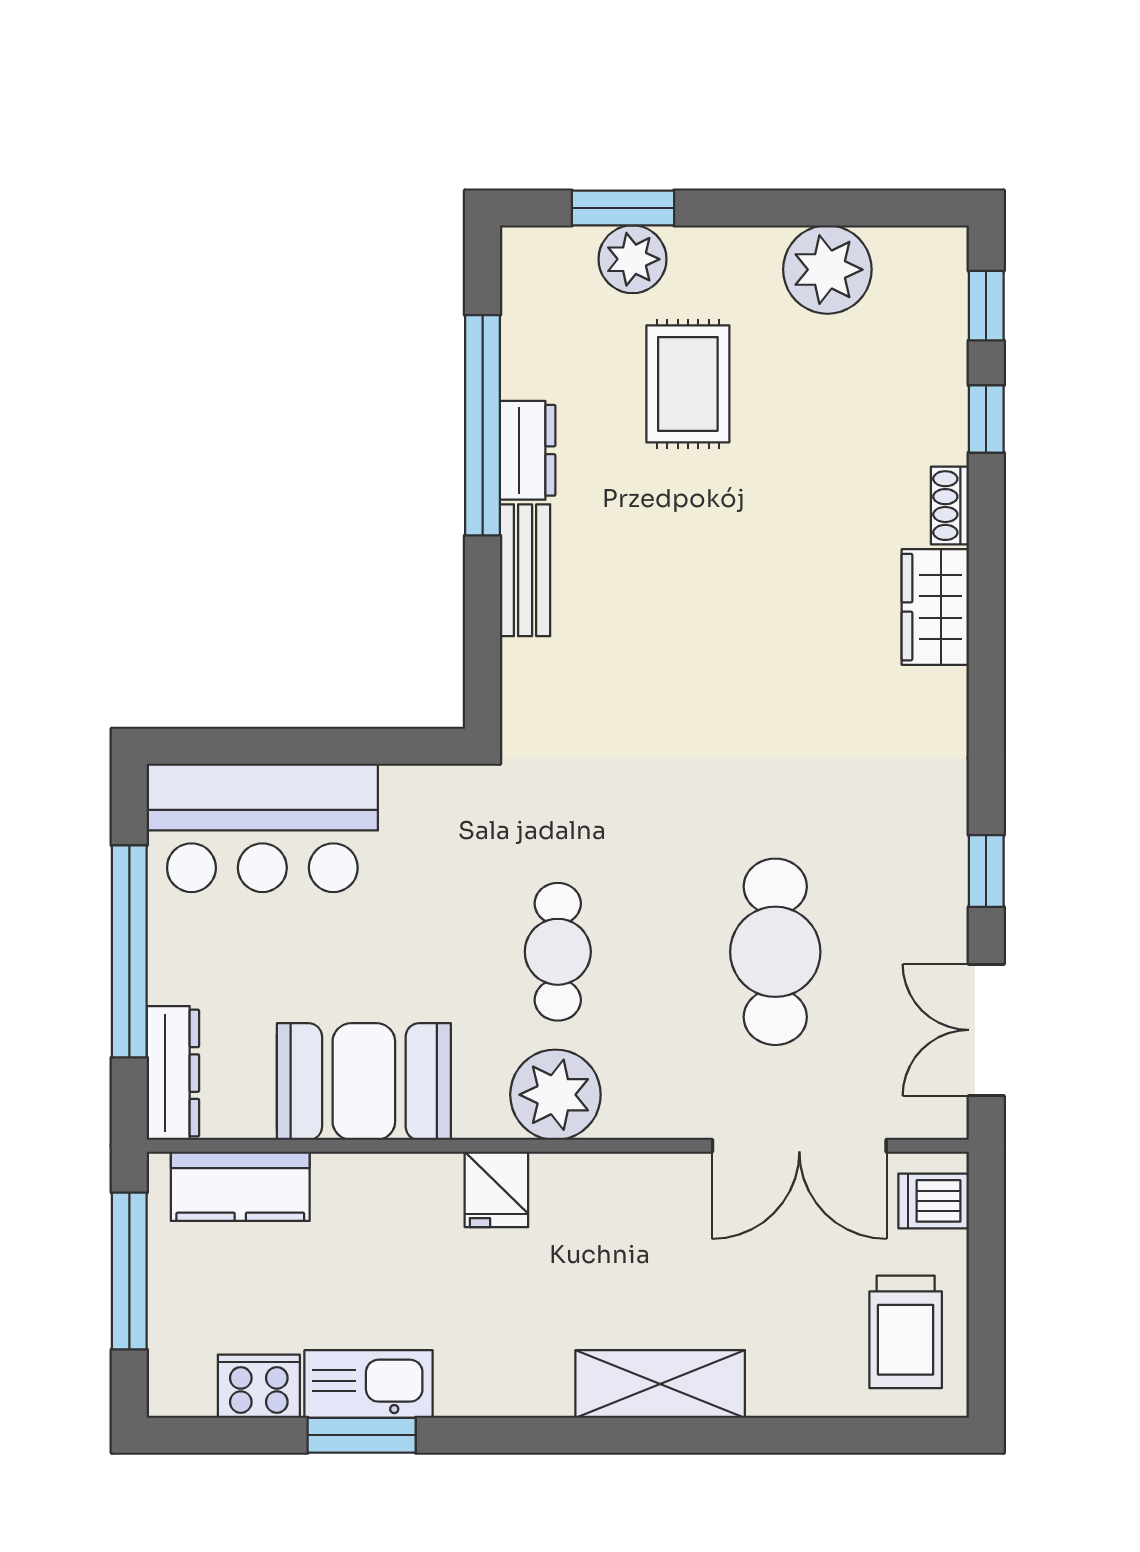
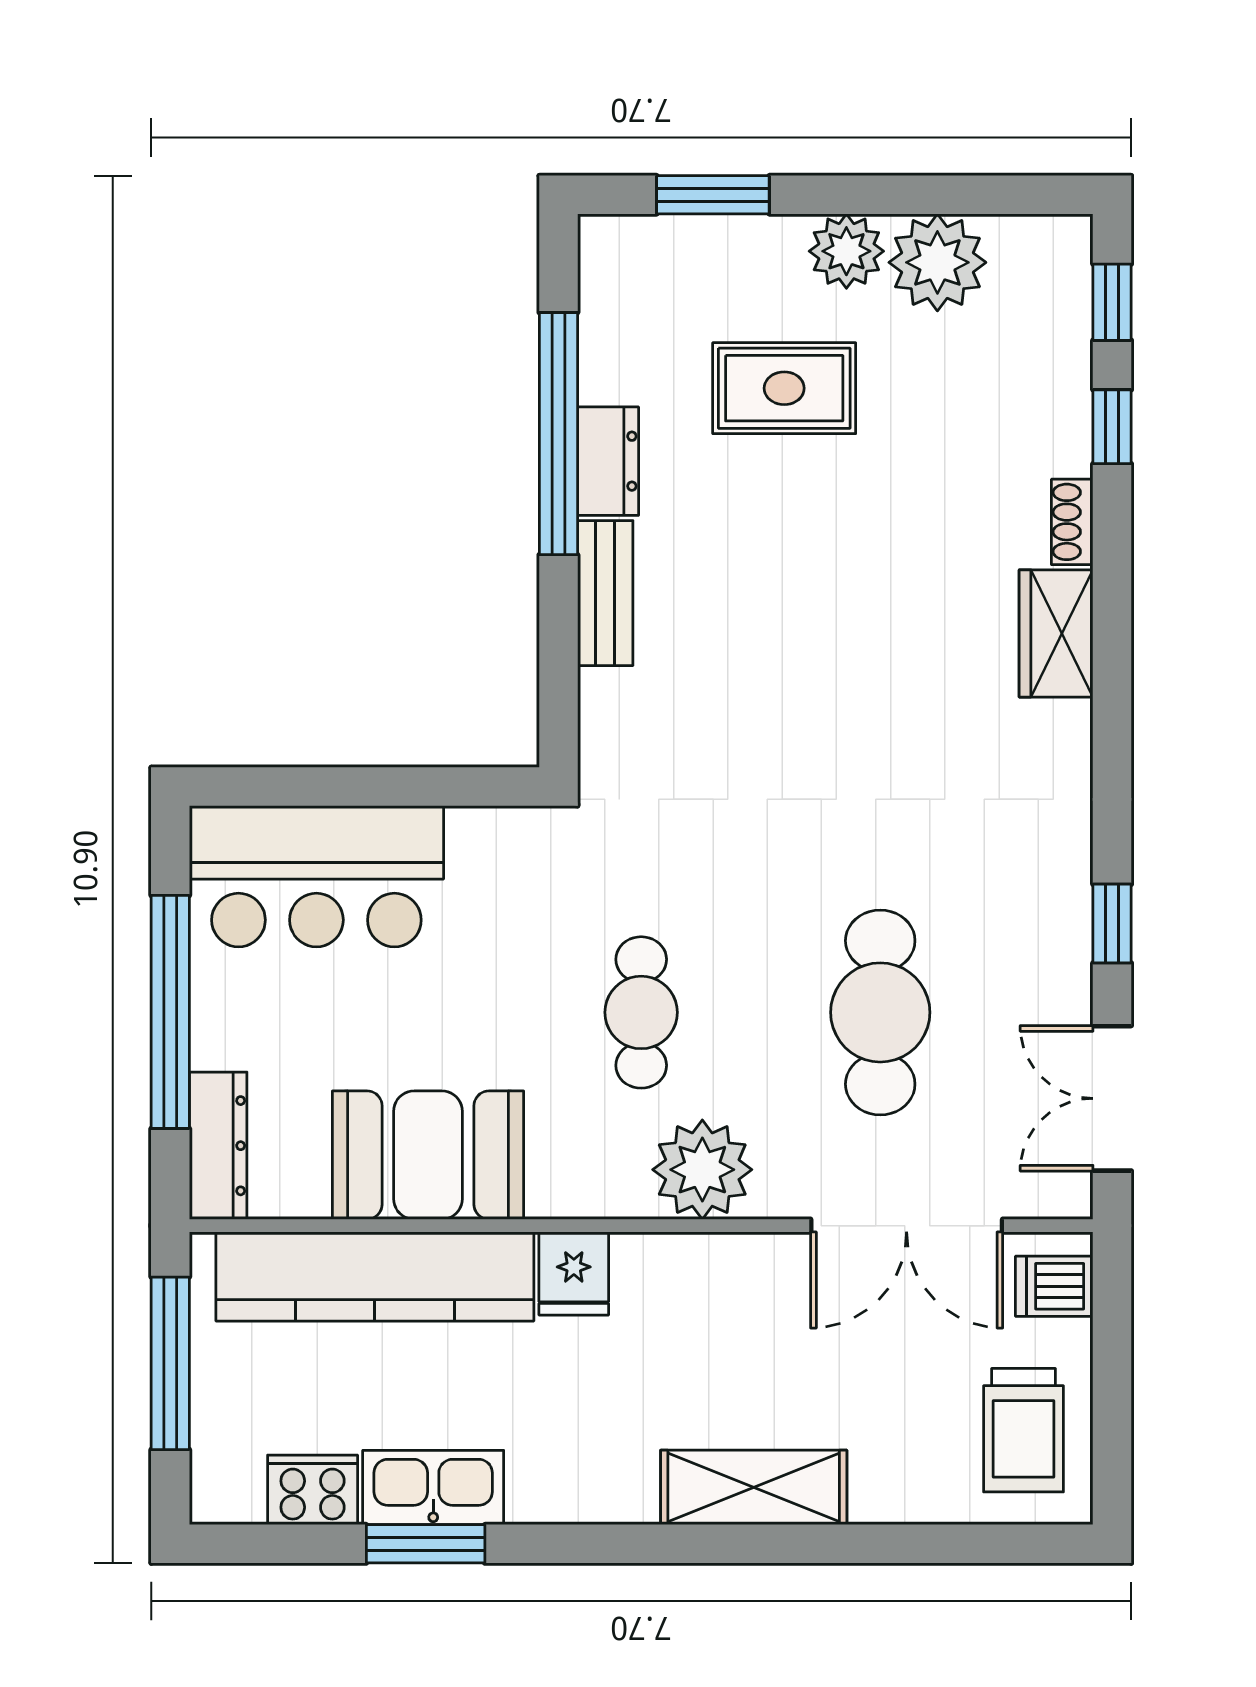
plant: (632, 259) -> (846, 251), moved
rug: (688, 384) -> (784, 388), turned 90
plant: (555, 1095) -> (702, 1170), moved
kitchen counter: (240, 1186) -> (375, 1277), width x2.08, depth x1.17

